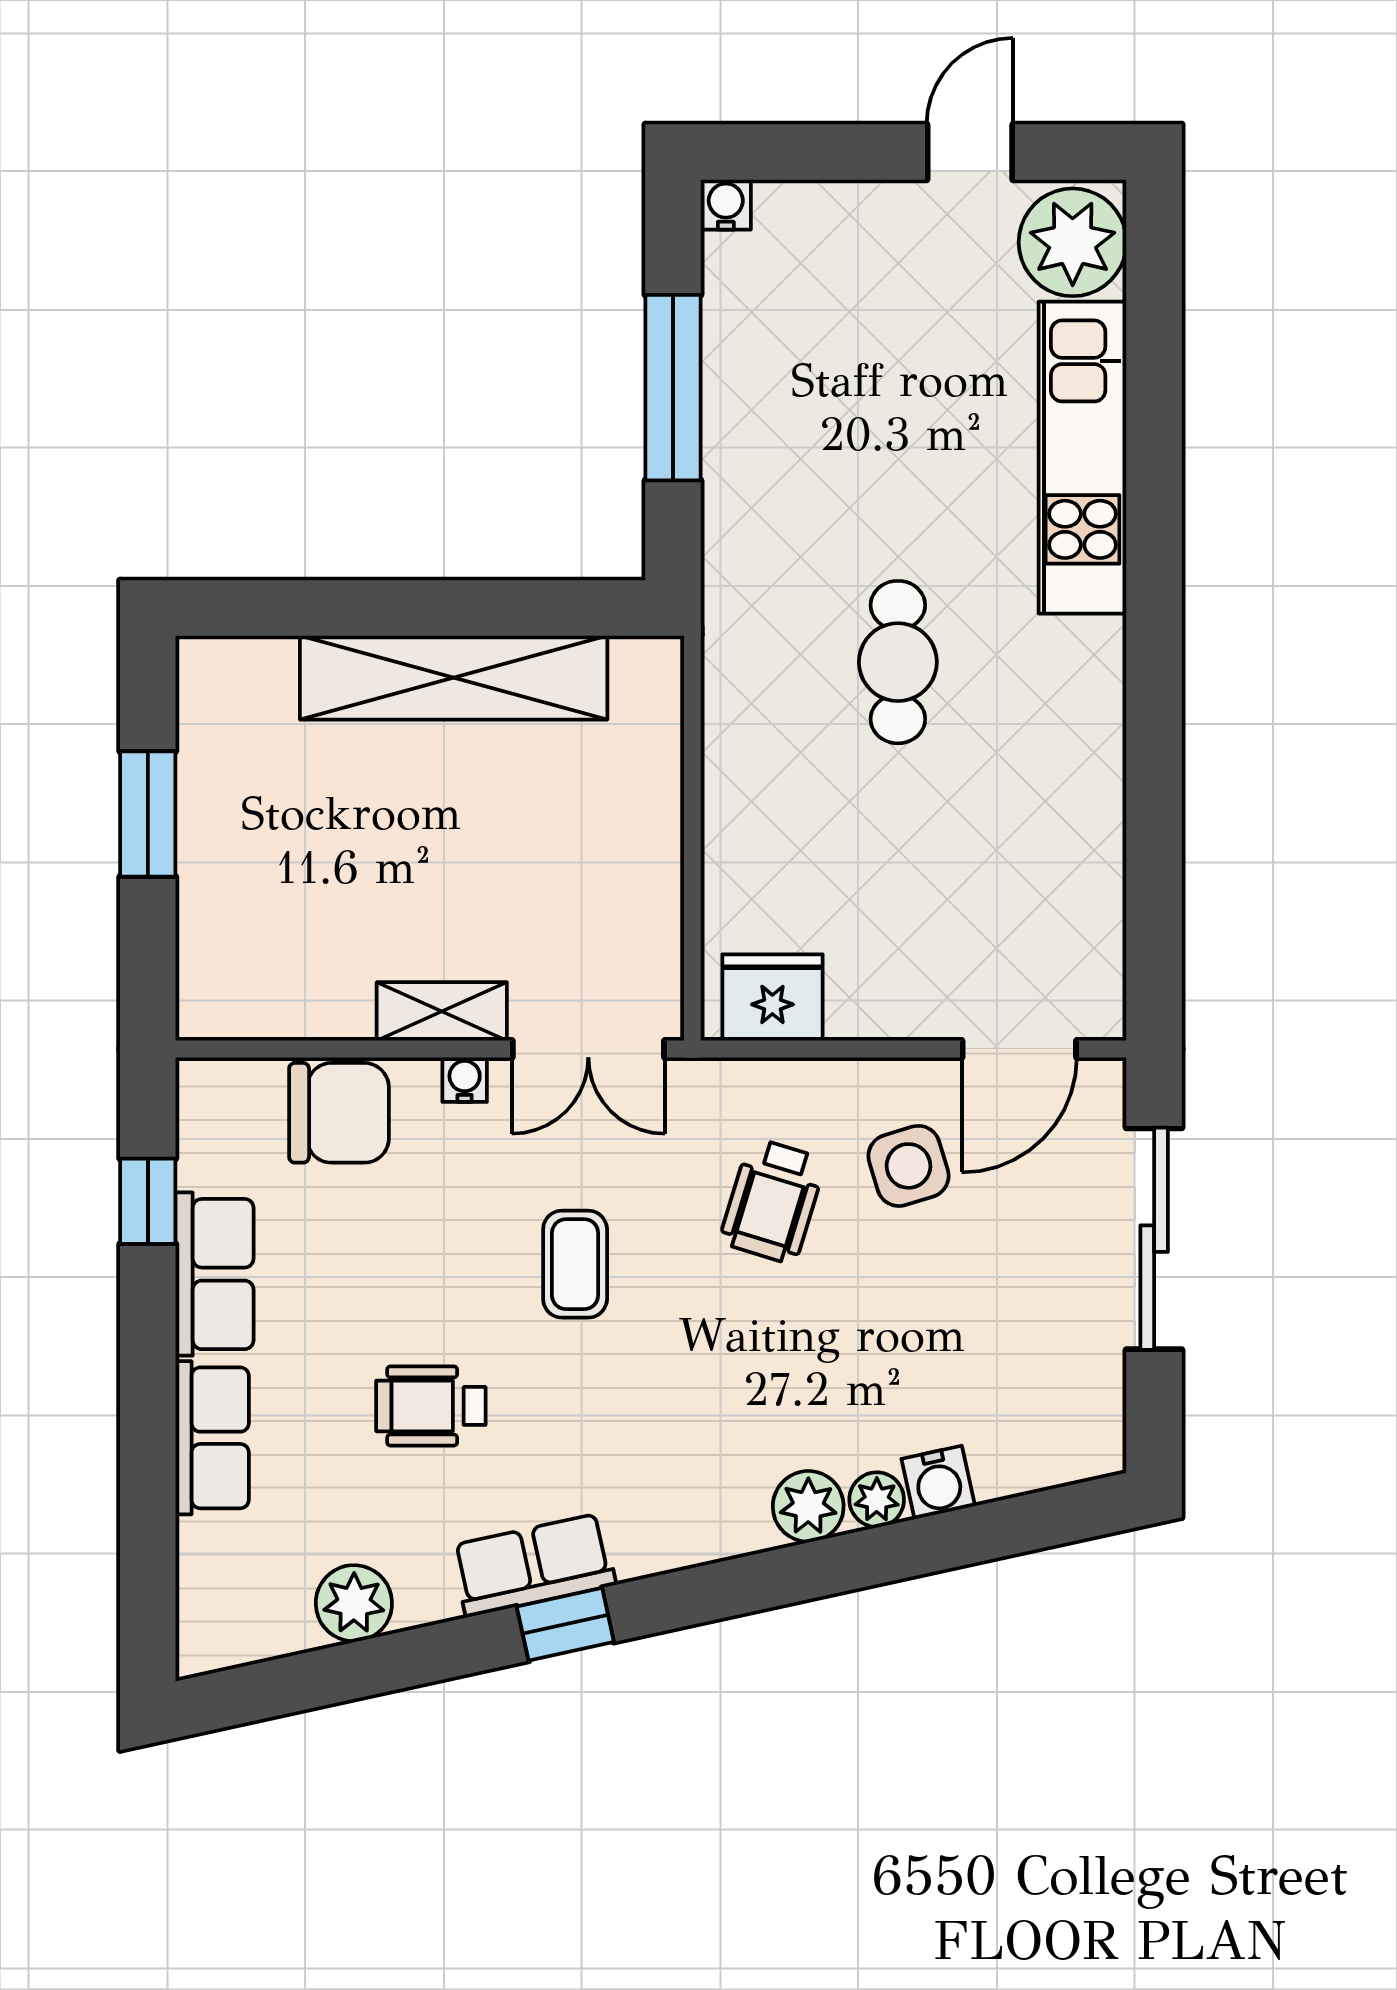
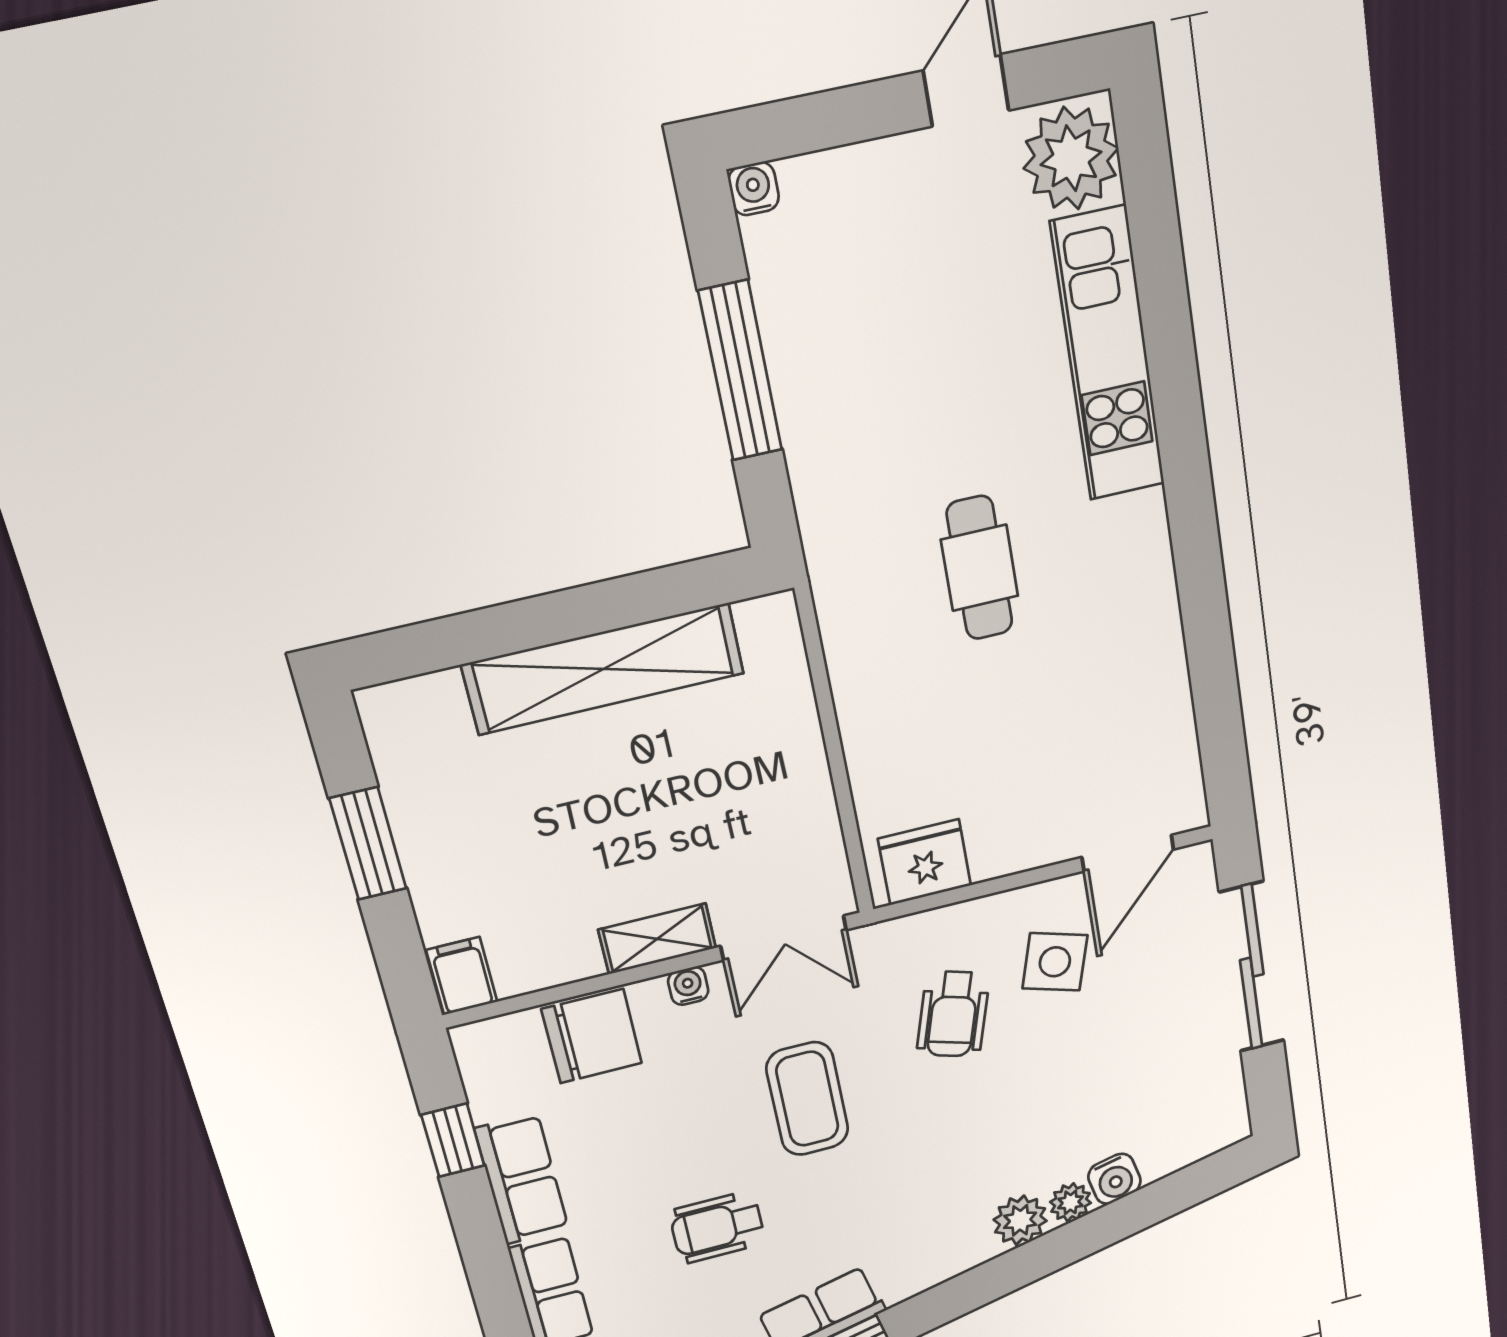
filing cabinet: (210, 998) -> (462, 976), added
side table: (908, 1166) -> (1055, 962), turned 34
coffee table: (575, 1264) -> (807, 1099), width x1.36, depth x1.30

